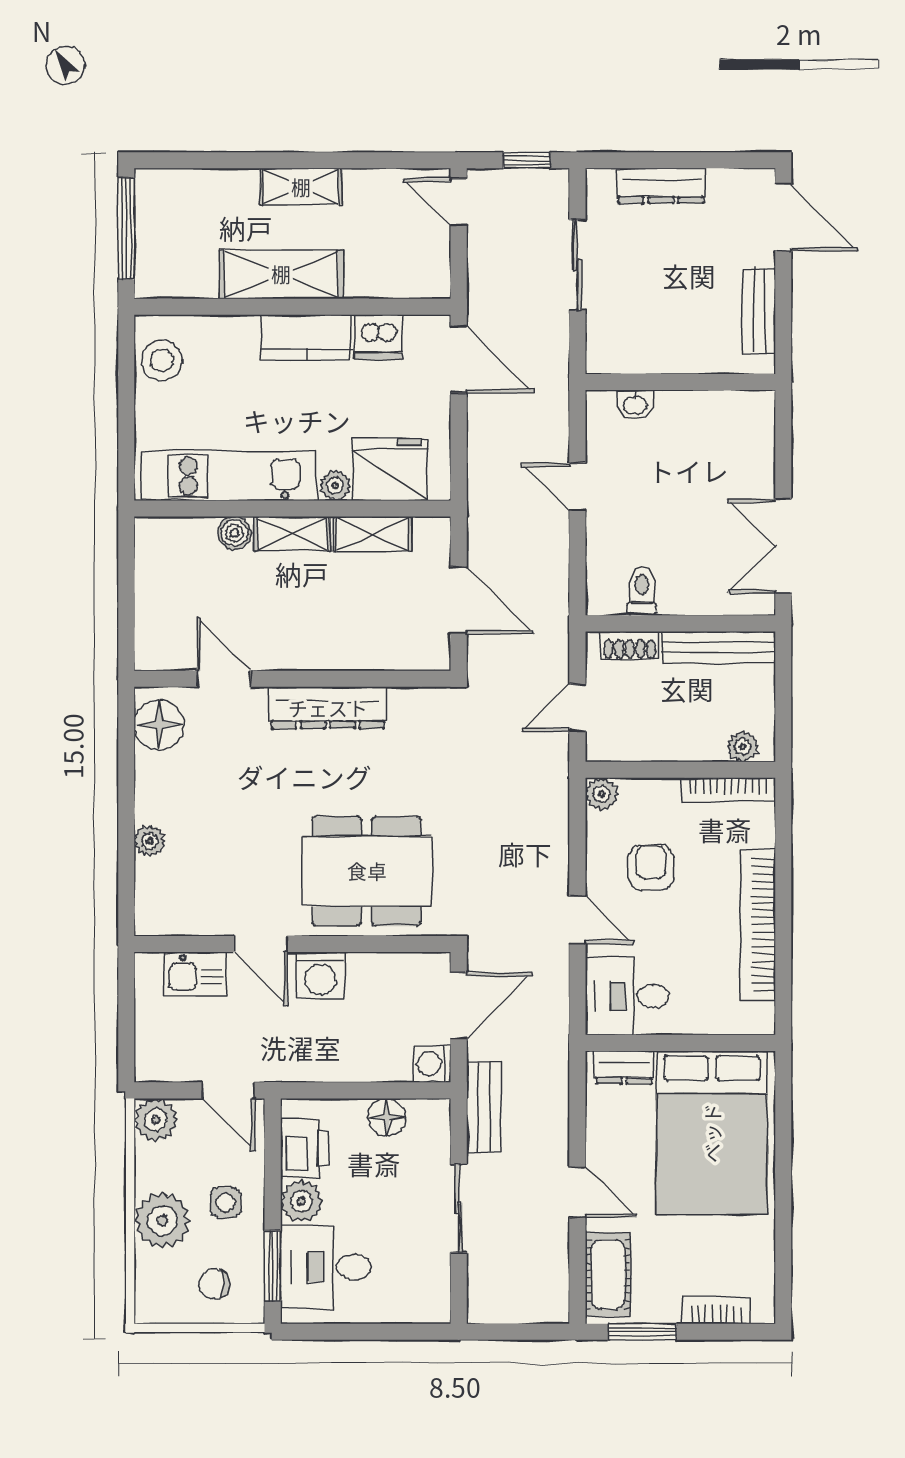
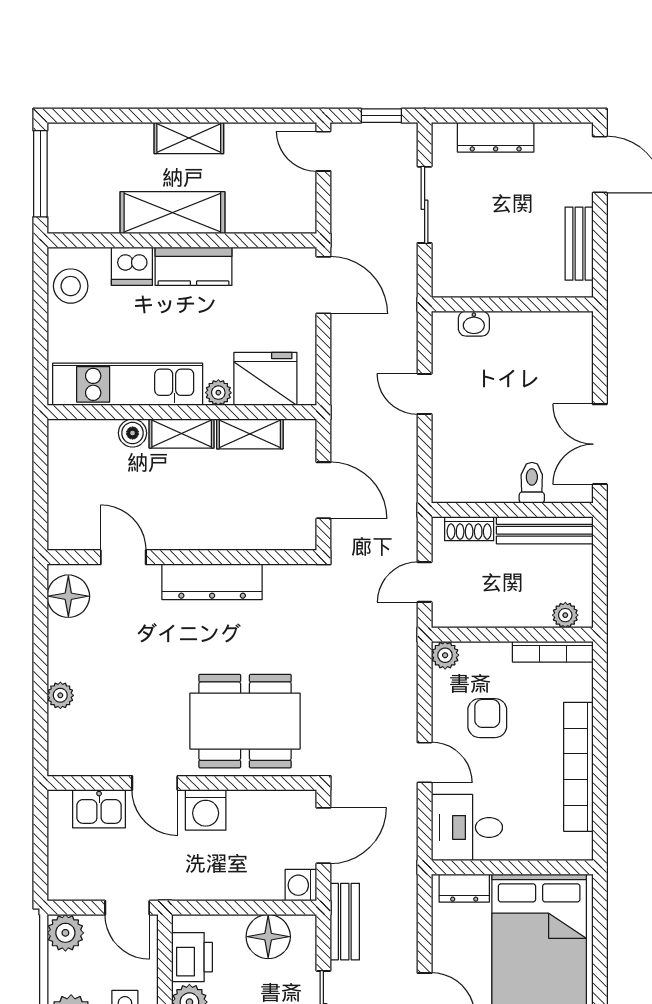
dishwasher: (378, 337) -> (132, 266), moved
toilet: (642, 591) -> (532, 483), moved
floor lamp: (387, 1117) -> (268, 937), width x1.38, depth x1.38

